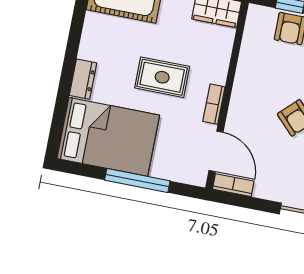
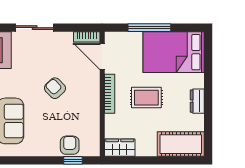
dresser: (83, 79) -> (197, 101), moved
bookcase: (214, 104) -> (110, 94), width x1.56

